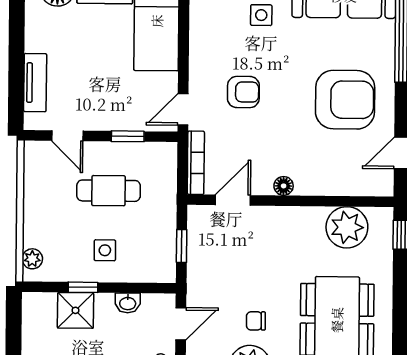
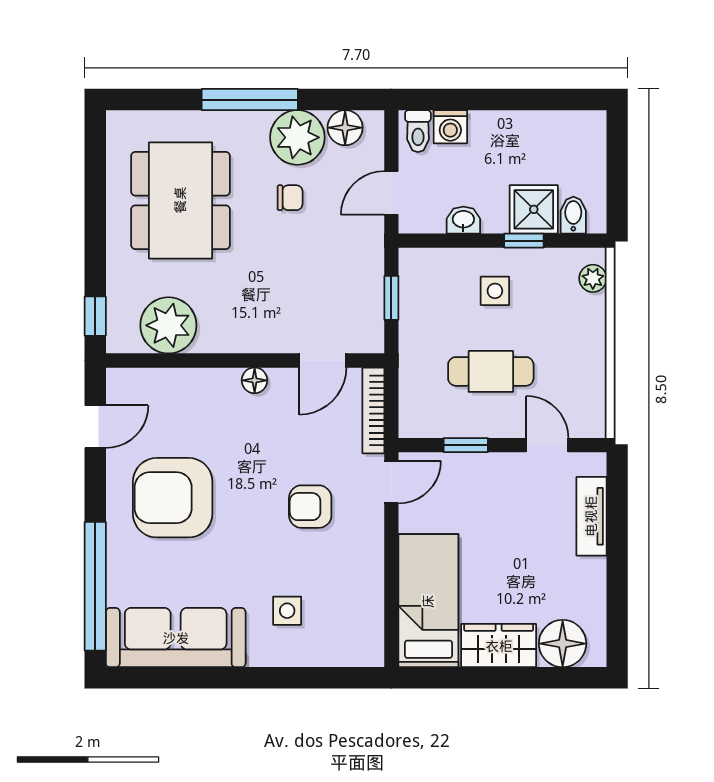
bidet: (46, 306) -> (573, 215), added

